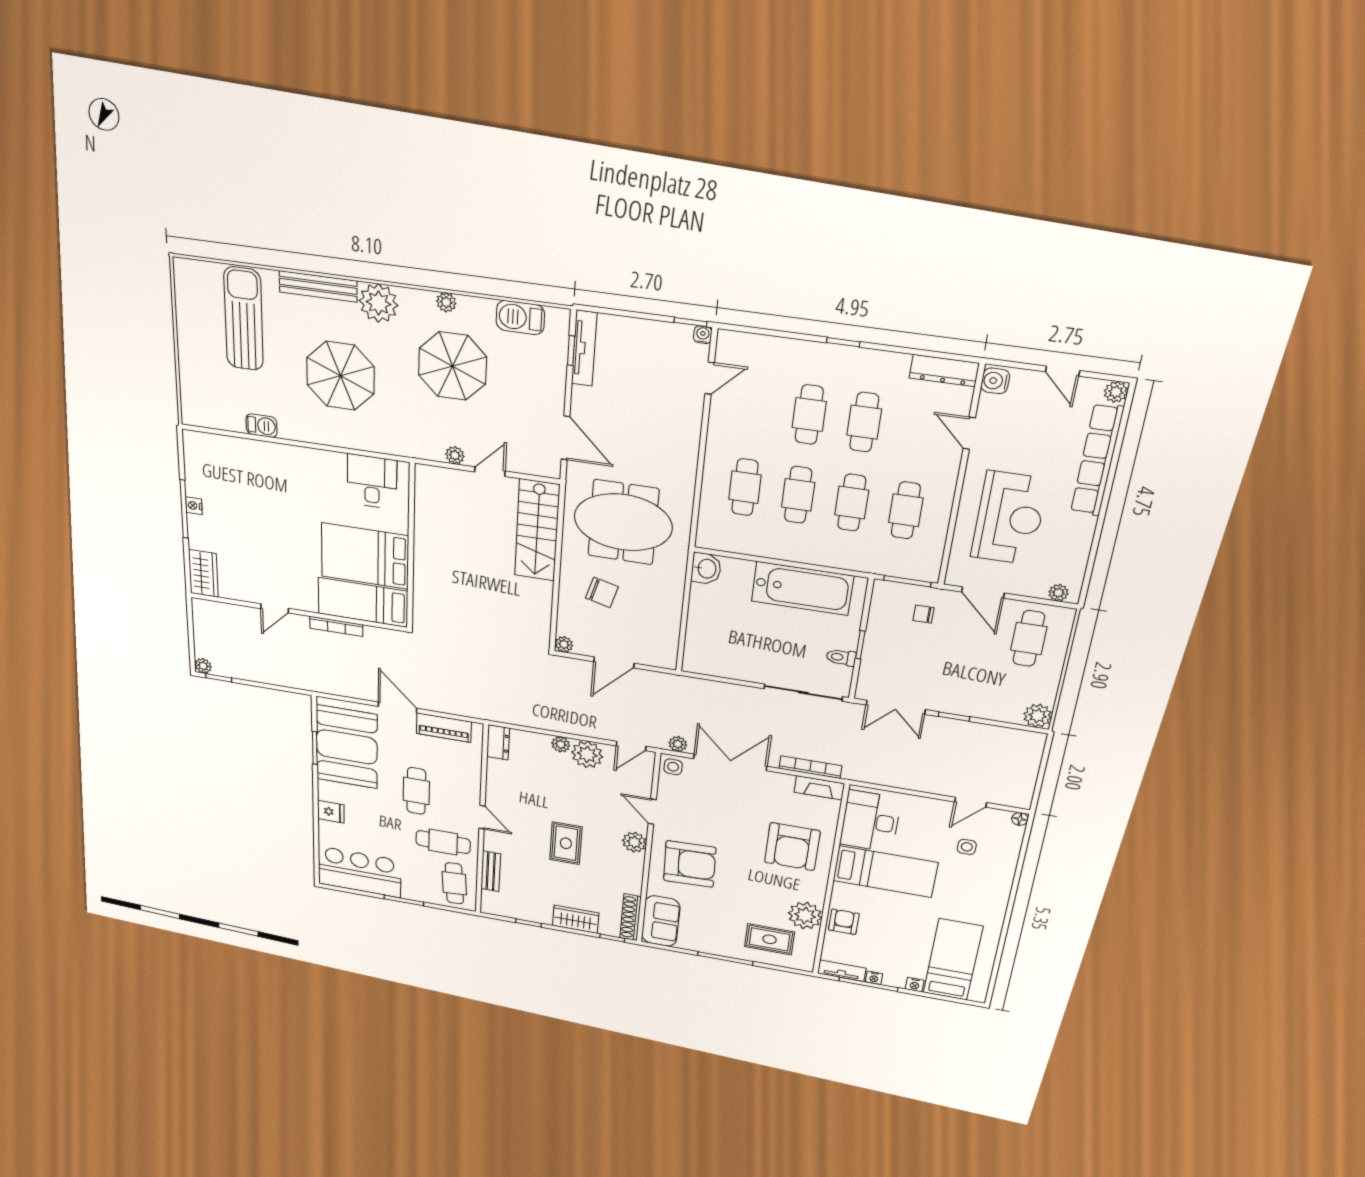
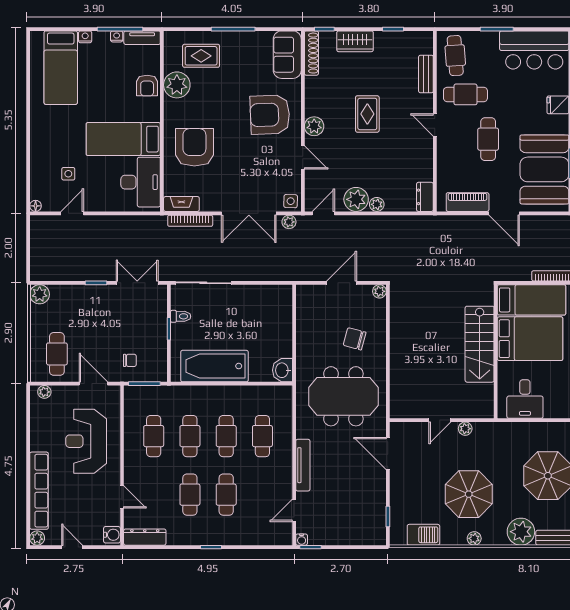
tv unit: (584, 348) -> (303, 465), moved, turned 180
stairs: (537, 530) -> (480, 344), moved, turned 180

